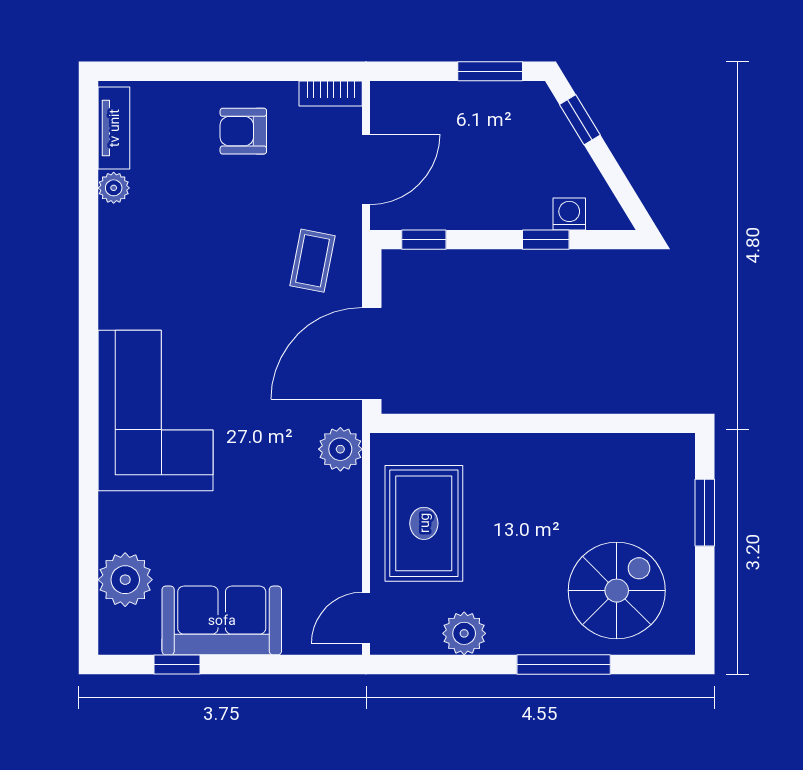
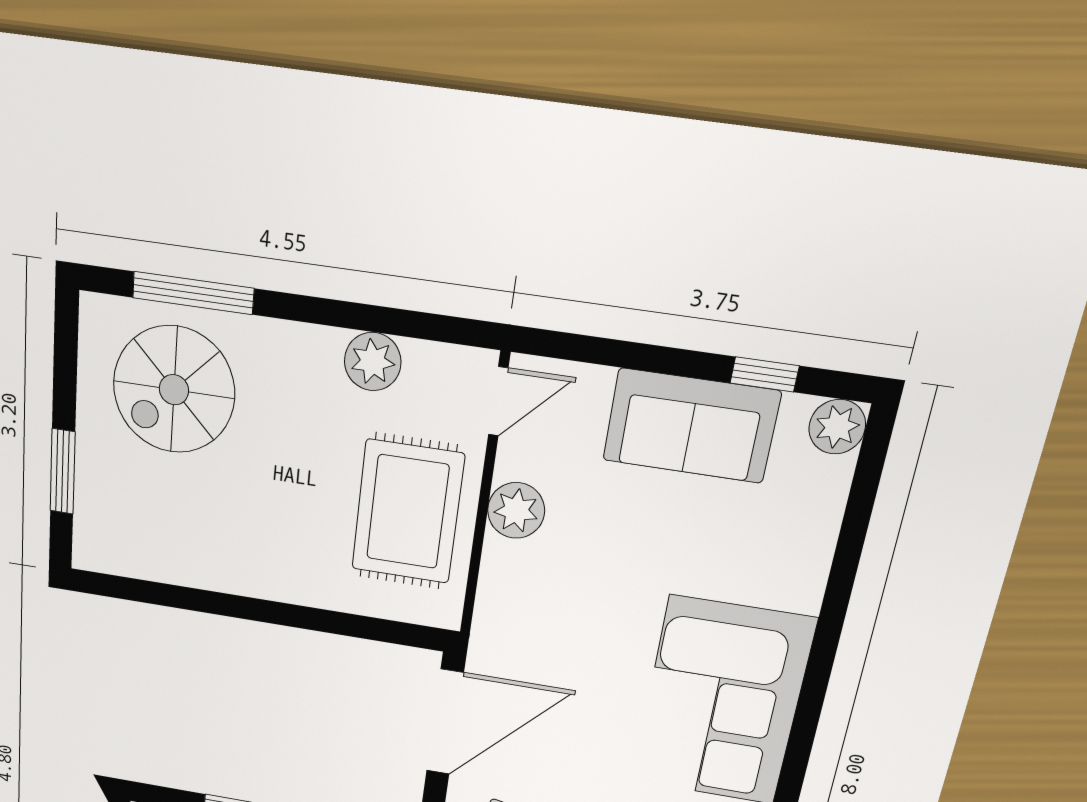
plant: (340, 449) -> (516, 510), moved
plant: (125, 580) -> (837, 427), moved, width x0.73, depth x0.73
window: (564, 665) -> (193, 293), moved

